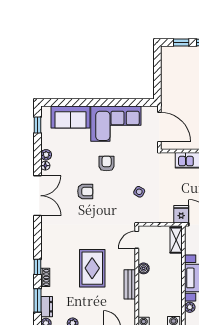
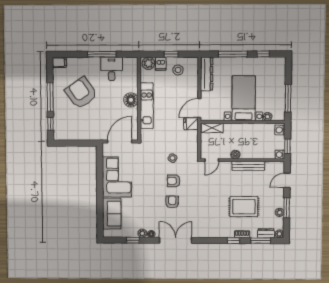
window: (37, 125) -> (133, 240), moved
armchair: (107, 164) -> (174, 181), moved
door: (137, 240) -> (212, 160), hinge flipped
rug: (92, 268) -> (244, 207), moved
bench: (130, 284) -> (248, 166), width x1.36

